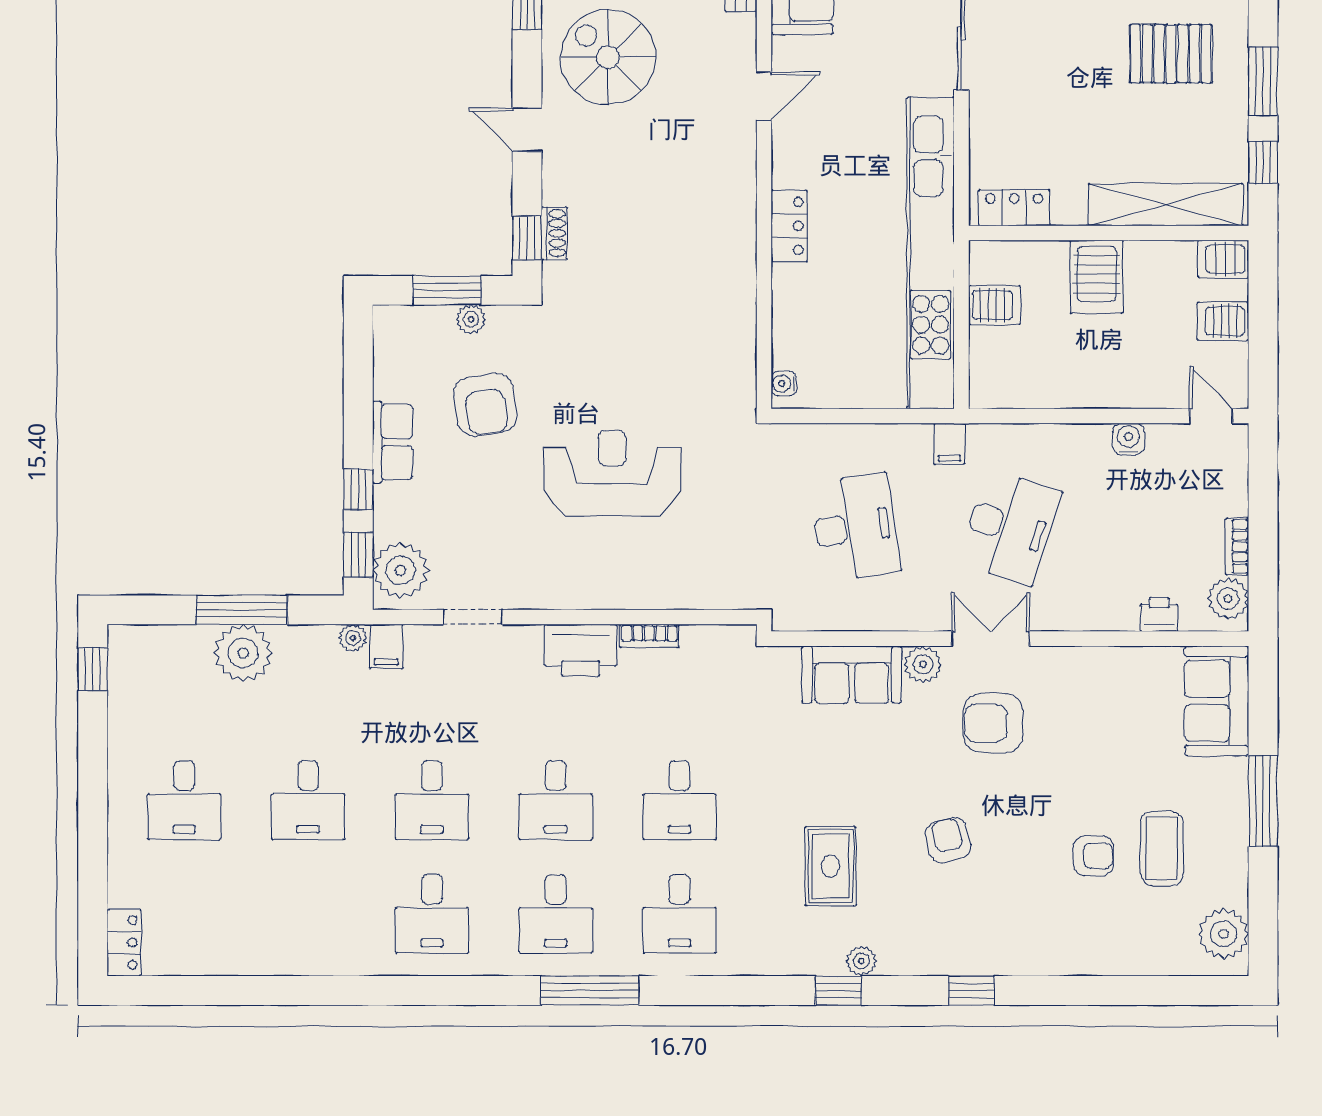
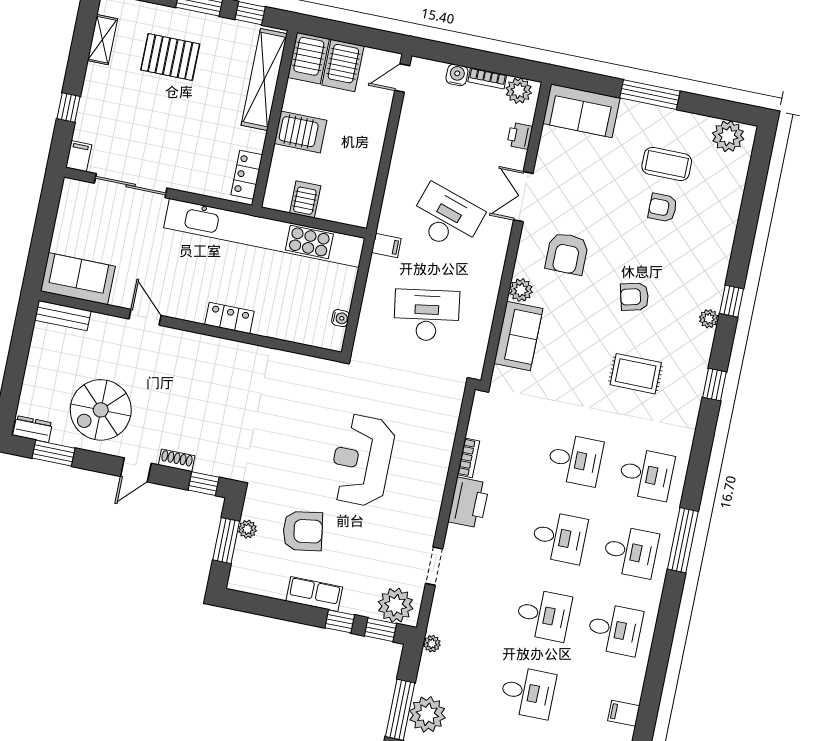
pallet: (1171, 54) -> (170, 57), turned 90
shoe rack: (554, 233) -> (177, 460), moved
server rack: (1223, 259) -> (308, 58), width x1.36, depth x1.44
server rack: (1223, 321) -> (343, 65), width x1.36, depth x1.44
water cooler: (784, 384) -> (340, 318), moved, turned -90
water cooler: (1129, 439) -> (457, 75), moved, turned 90
double door: (991, 639) -> (523, 197), moved
filing cabinet: (386, 646) -> (624, 713), moved, turned 180
armchair: (1093, 856) -> (663, 208), turned -90
plant: (861, 961) -> (709, 319), moved

